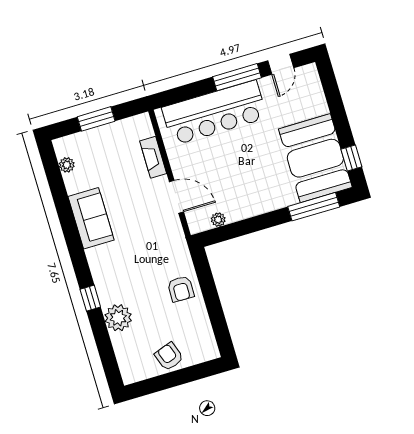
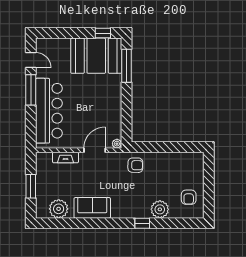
plant: (67, 165) -> (59, 209), width x1.87, depth x1.87
plant: (218, 220) -> (117, 144), moved
armchair: (181, 289) -> (135, 165), moved
armchair: (169, 356) -> (189, 197), moved, turned -71

